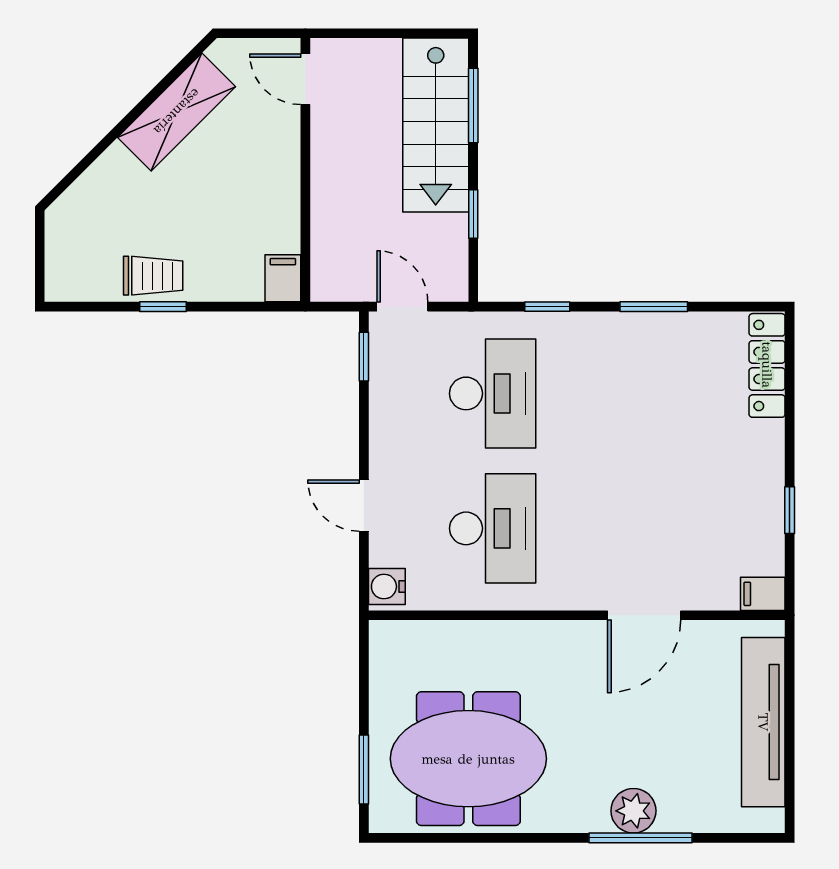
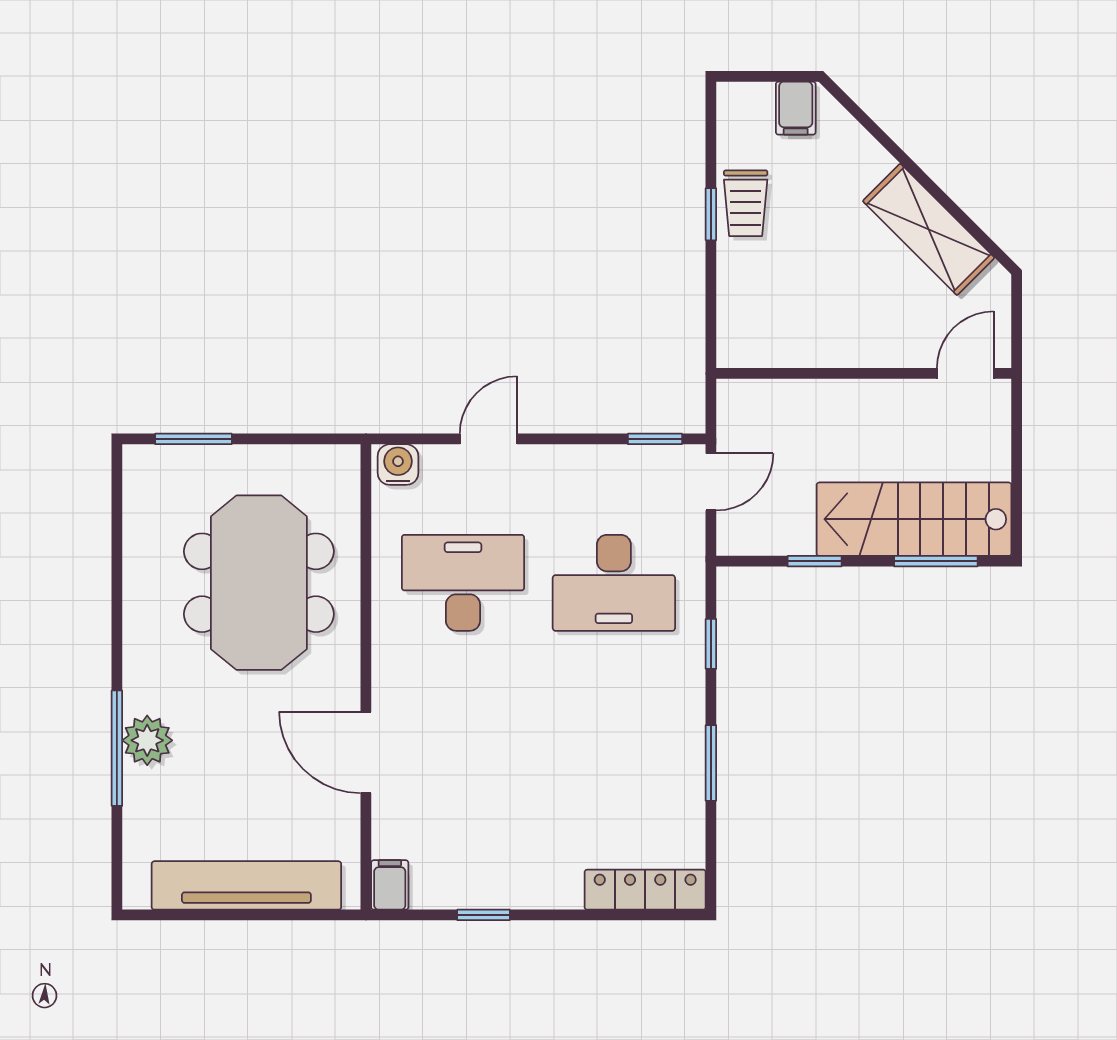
filing cabinet: (283, 278) -> (796, 108), moved, turned 90
desk: (493, 528) -> (463, 583), turned 180
meeting table: (468, 759) -> (259, 583), moved

